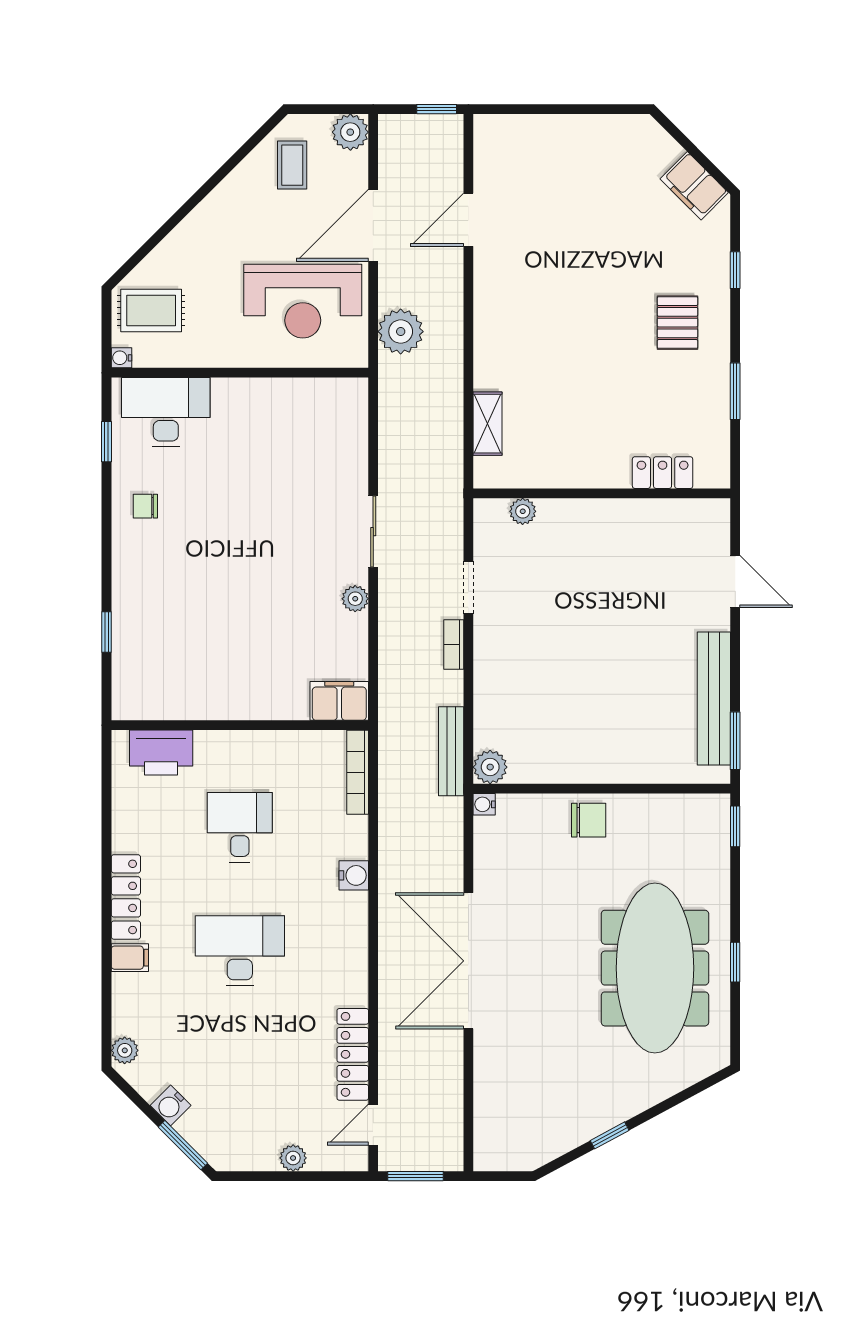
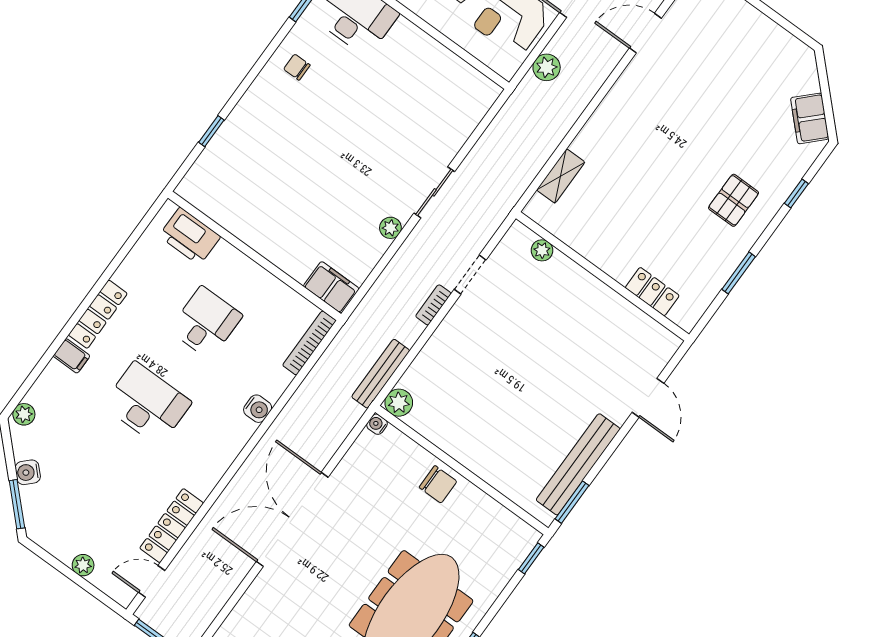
plant: (401, 332) -> (547, 67), width x0.73, depth x0.73

